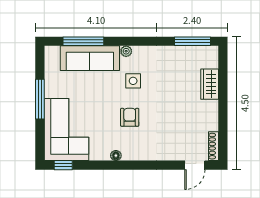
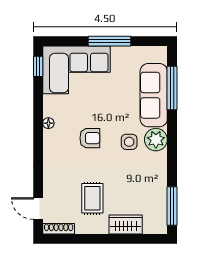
plant: (126, 51) -> (156, 140), width x1.87, depth x1.87
rug: (185, 115) -> (92, 198), added

